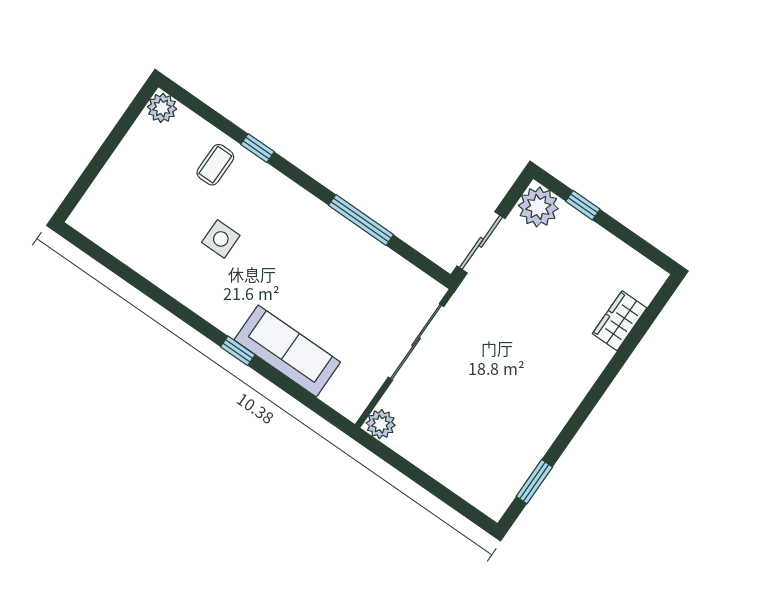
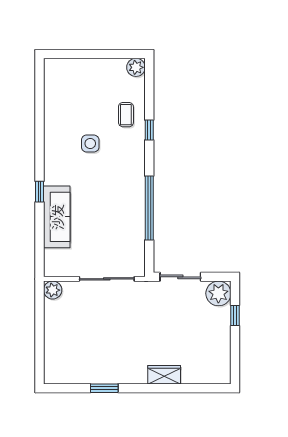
coffee table: (215, 165) -> (126, 115), turned 90
window: (361, 220) -> (149, 208), width x1.46
wardrobe: (620, 321) -> (164, 375), moved
window: (534, 482) -> (104, 388), moved

